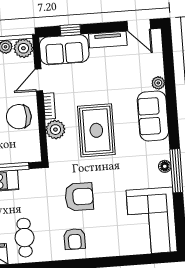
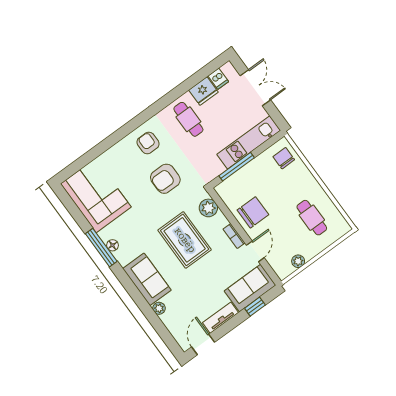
door: (139, 25) -> (203, 345), hinge flipped
plant: (23, 48) -> (283, 269), removed
plant: (55, 130) -> (208, 208), moved

